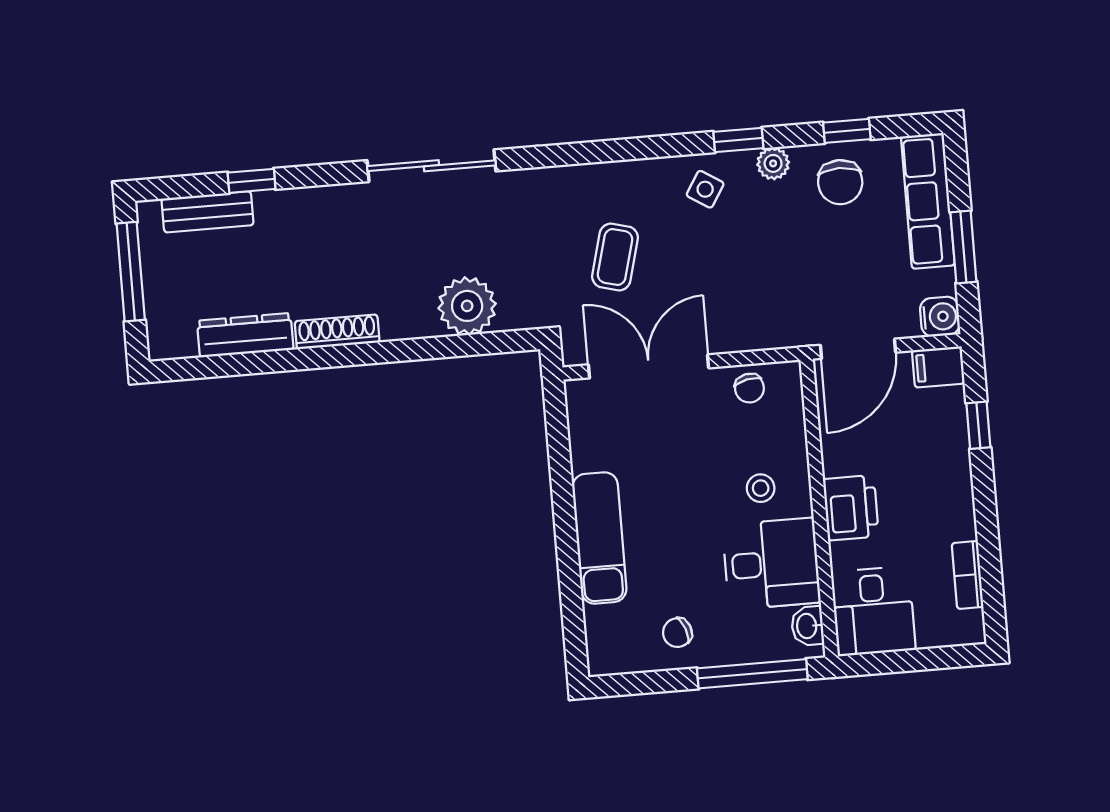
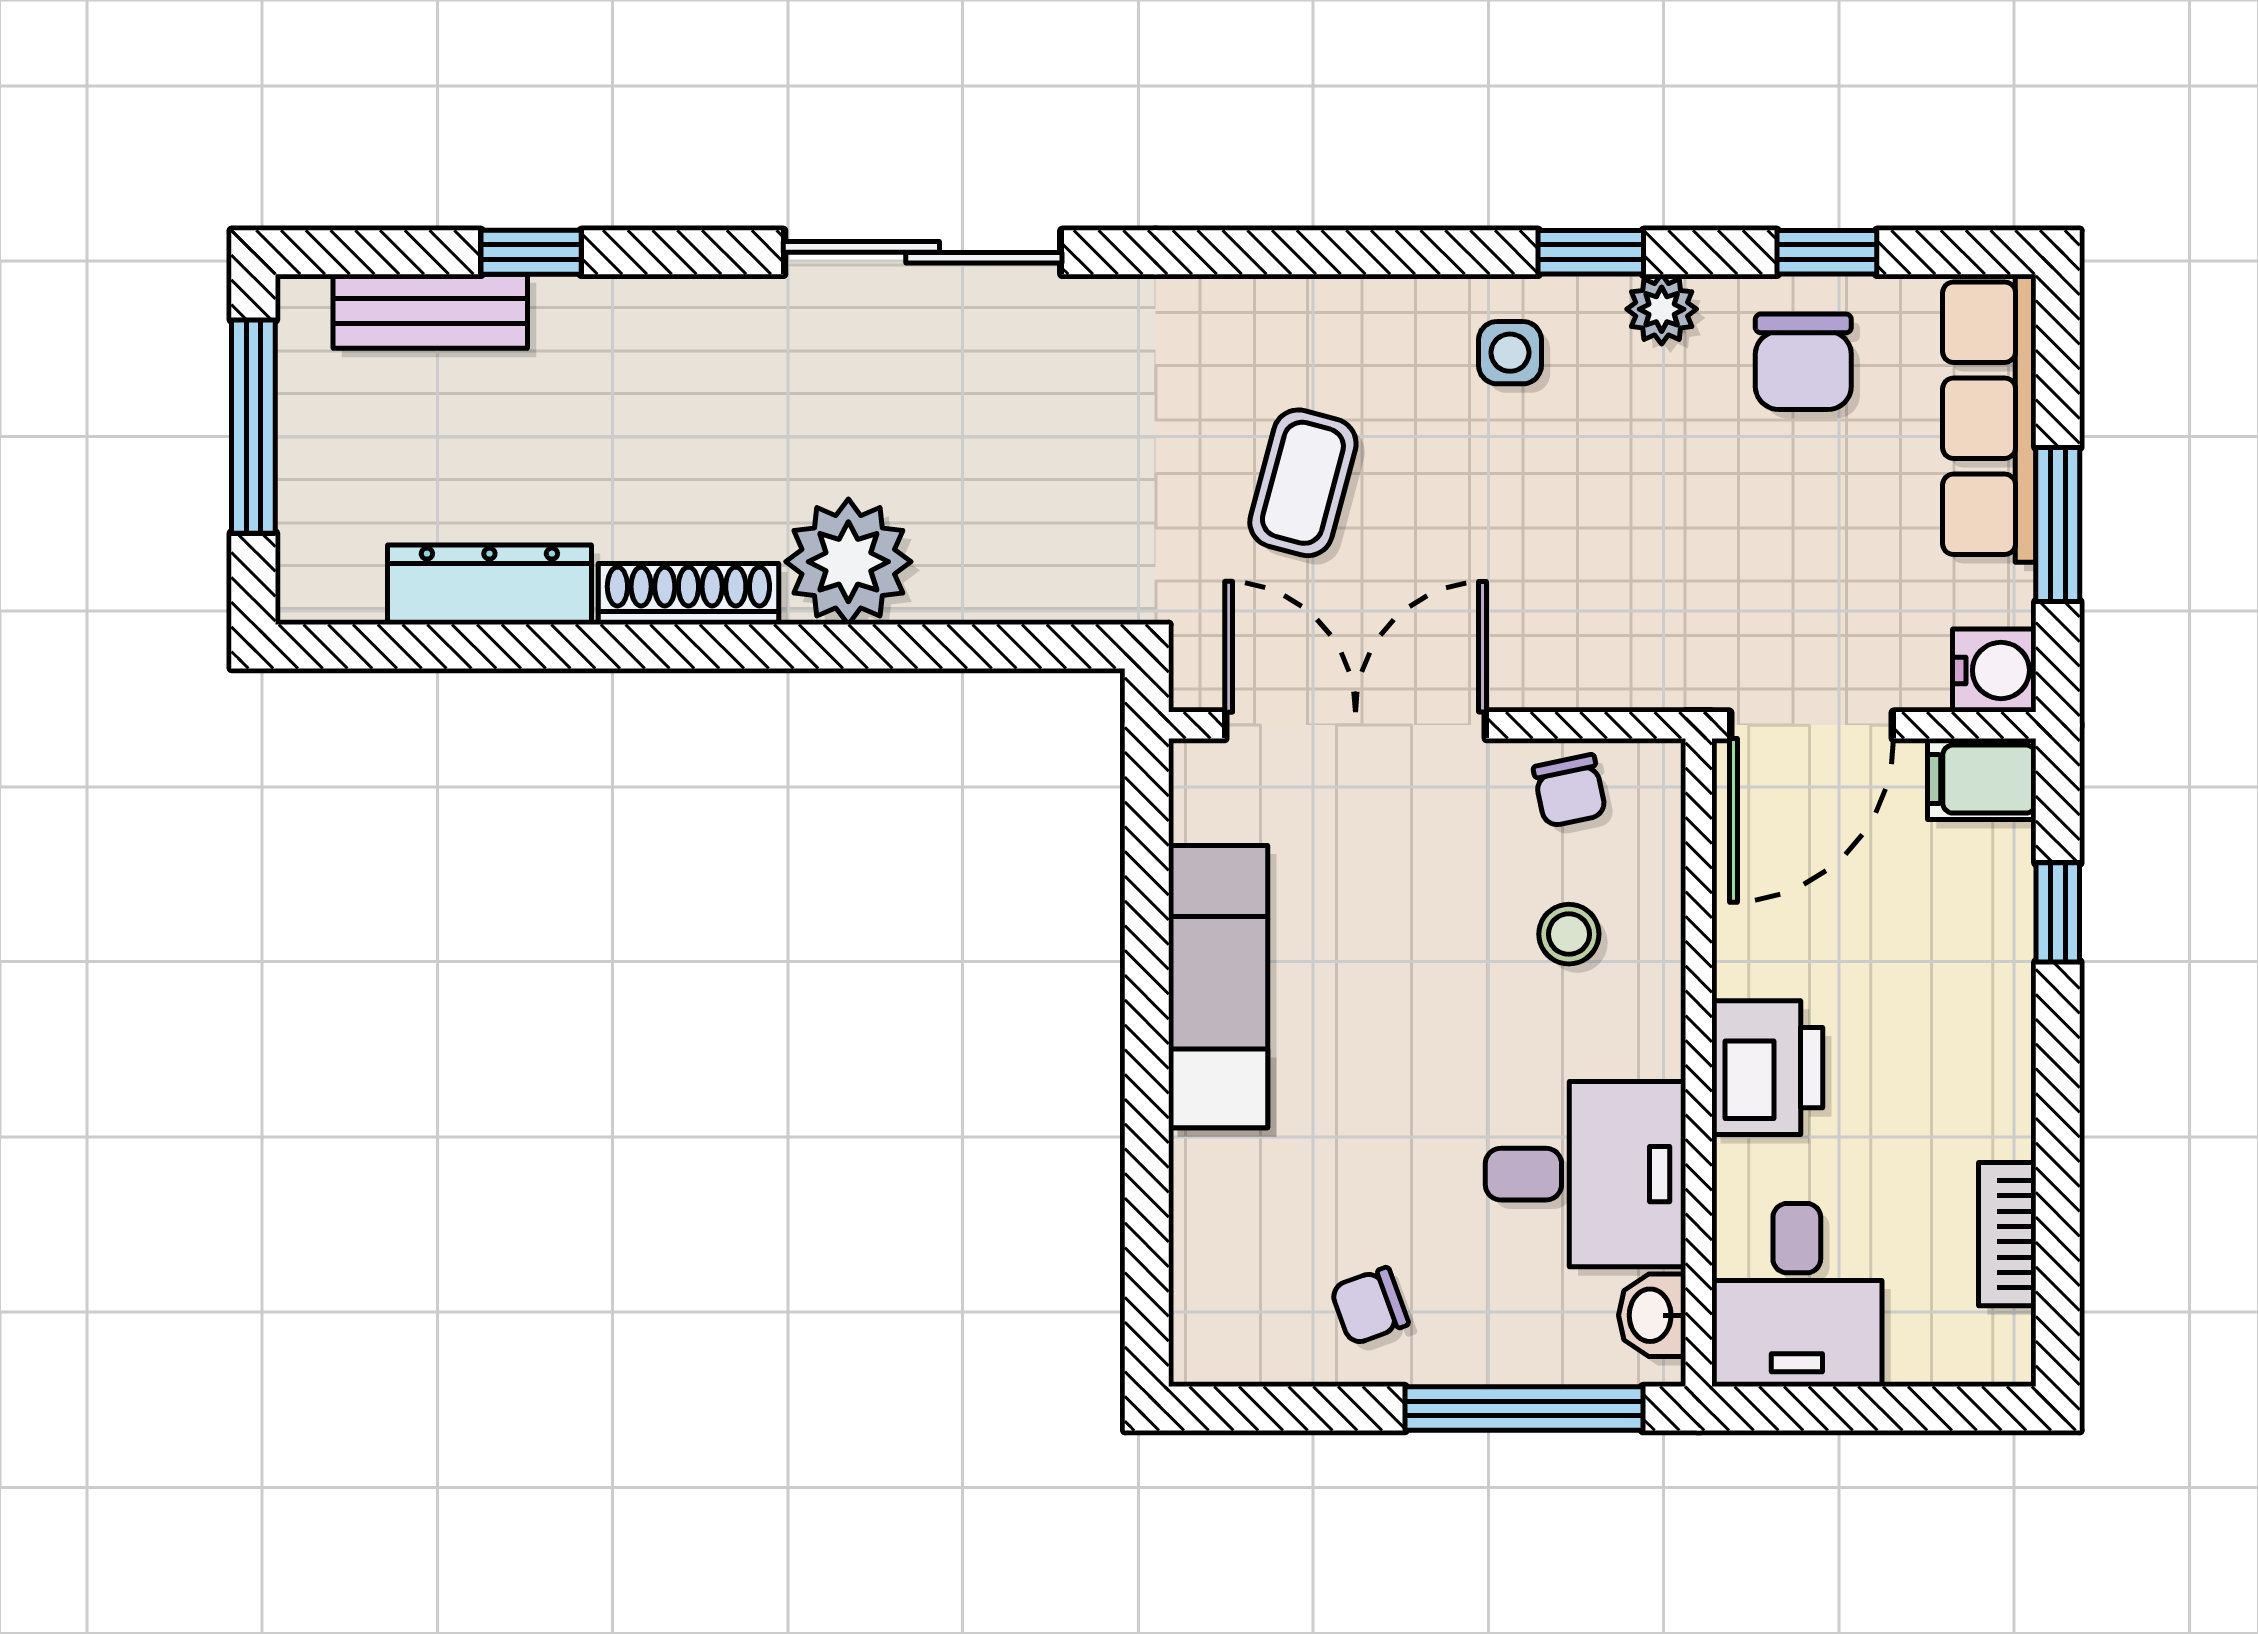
side table: (705, 189) -> (1510, 353), turned -32
plant: (467, 306) -> (848, 562), moved
stool: (761, 488) -> (1569, 934), moved
exam couch: (599, 538) -> (1218, 987), moved

